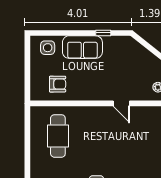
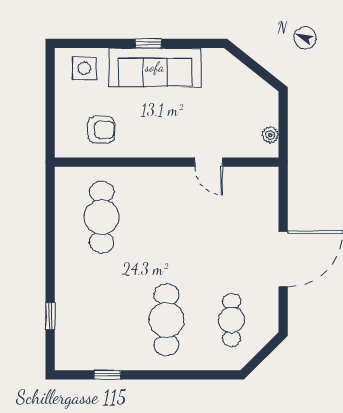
window: (103, 33) -> (148, 43), moved
sofa: (82, 47) -> (155, 67), width x1.36

